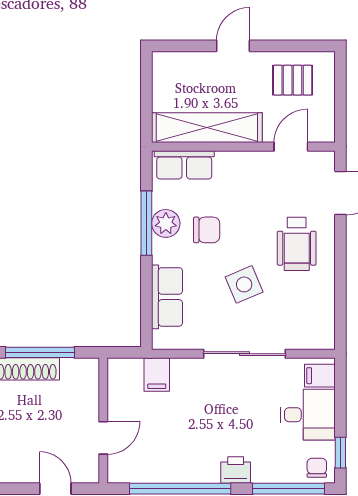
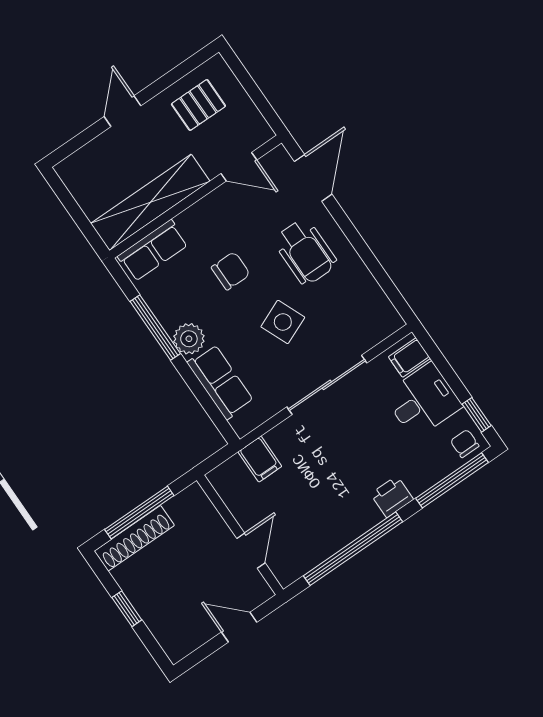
door: (291, 147) -> (239, 167), swing flipped
plant: (166, 223) -> (189, 339), moved
chair: (207, 230) -> (231, 271), moved

